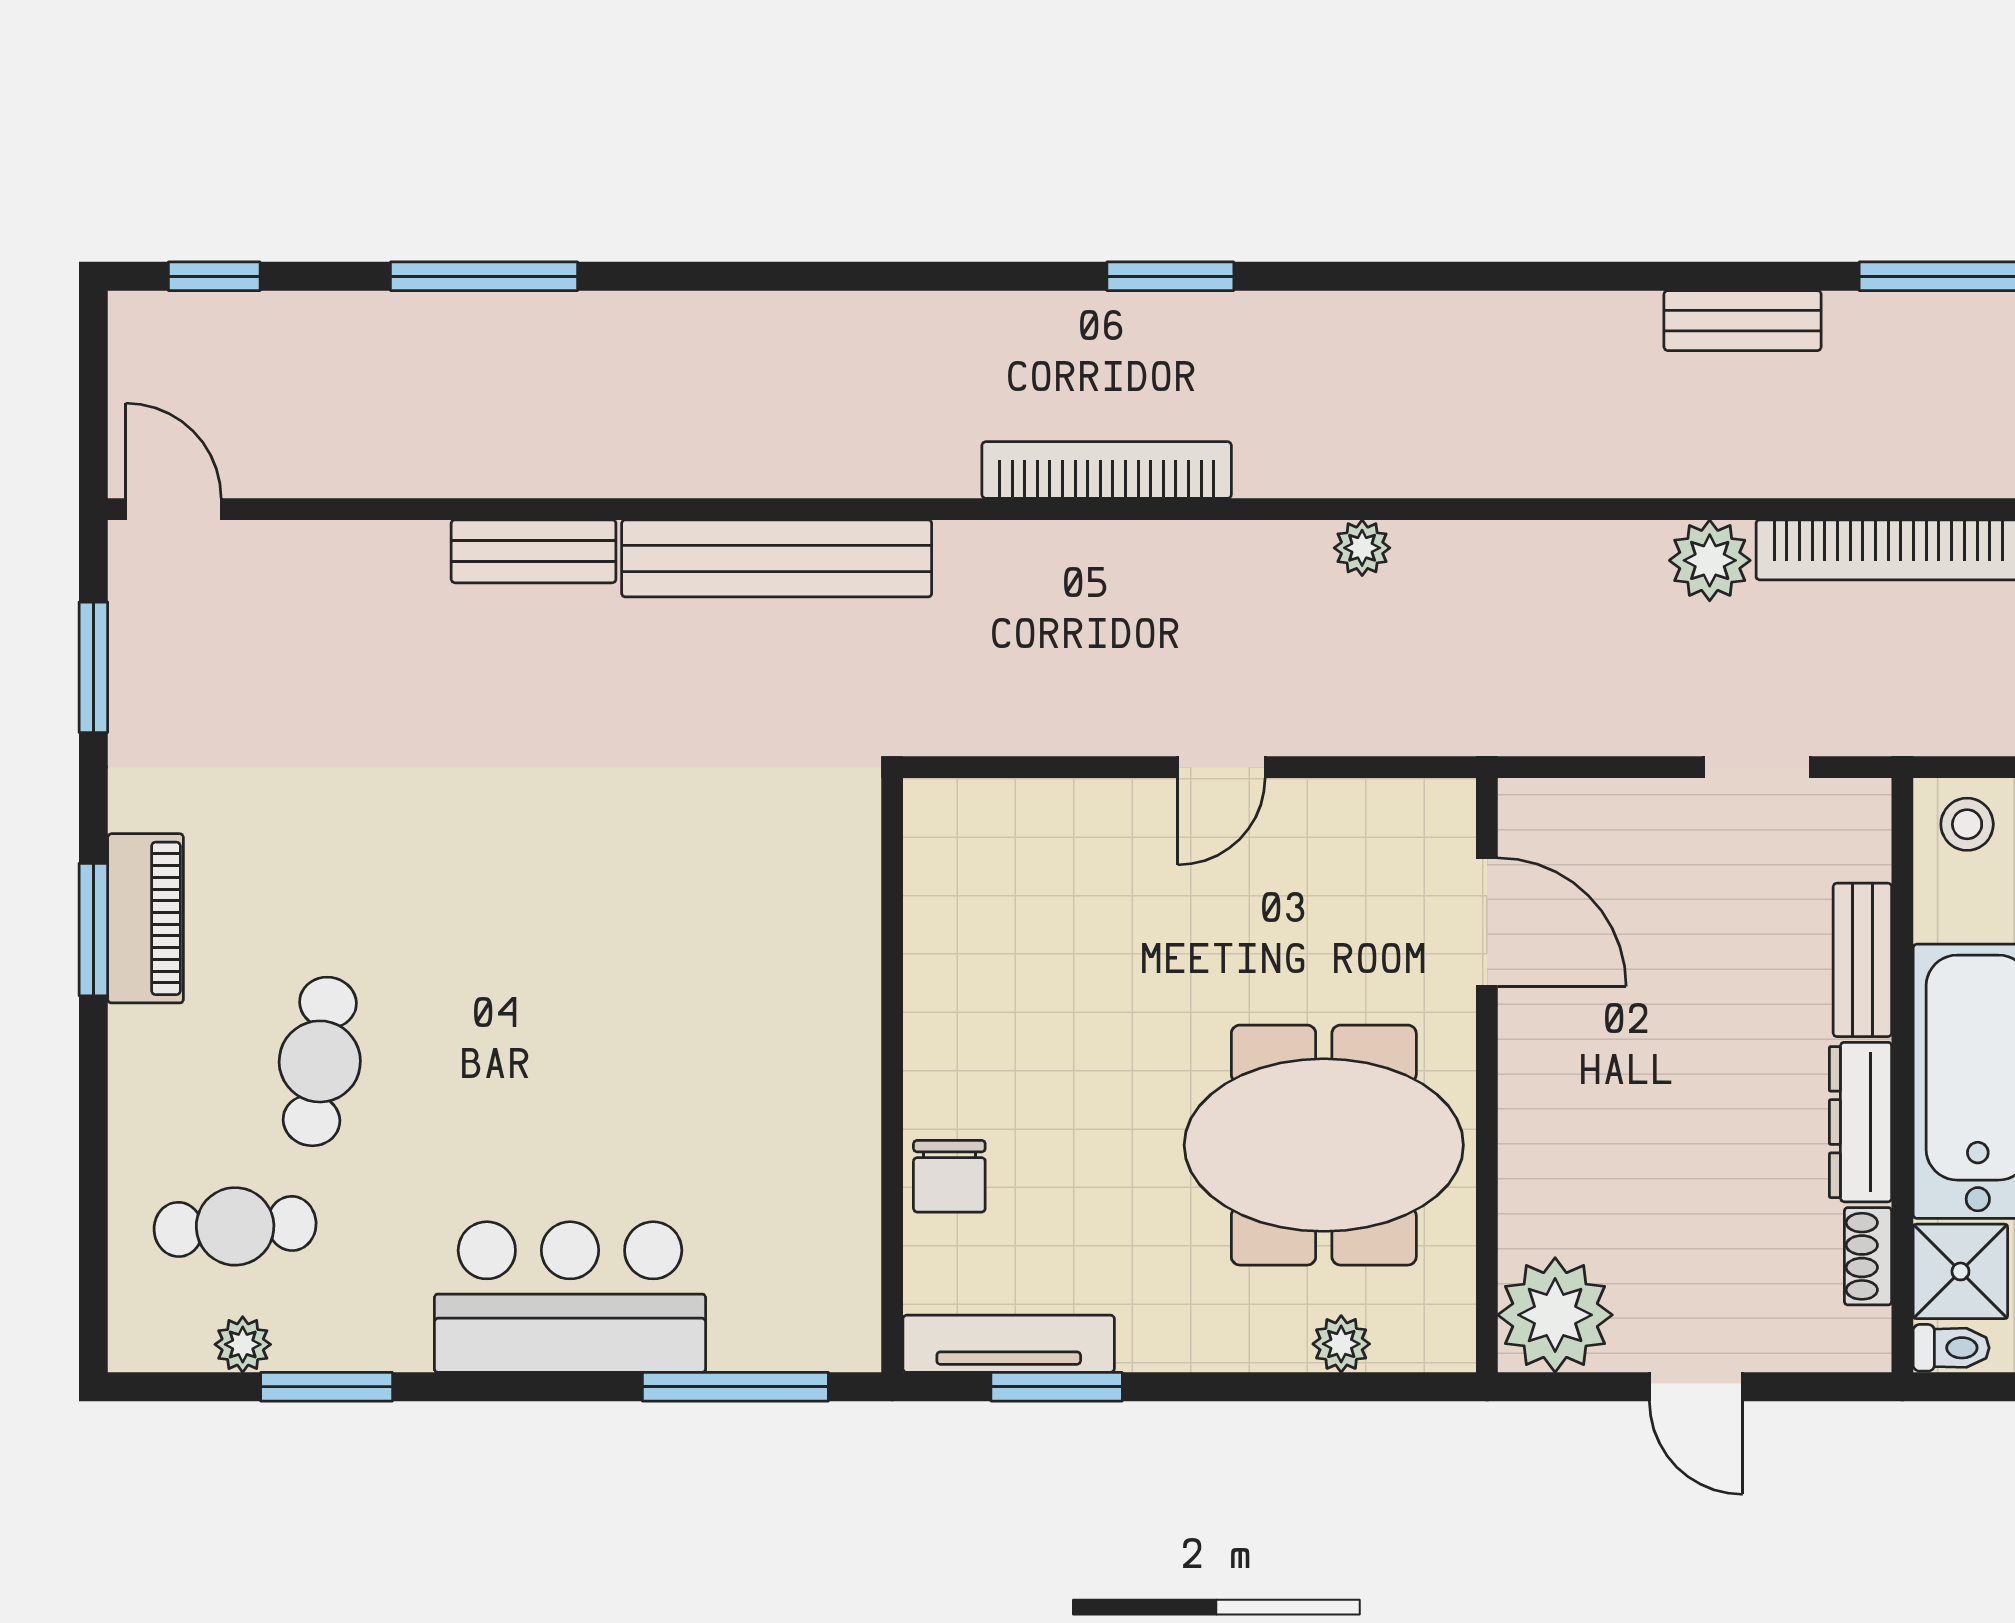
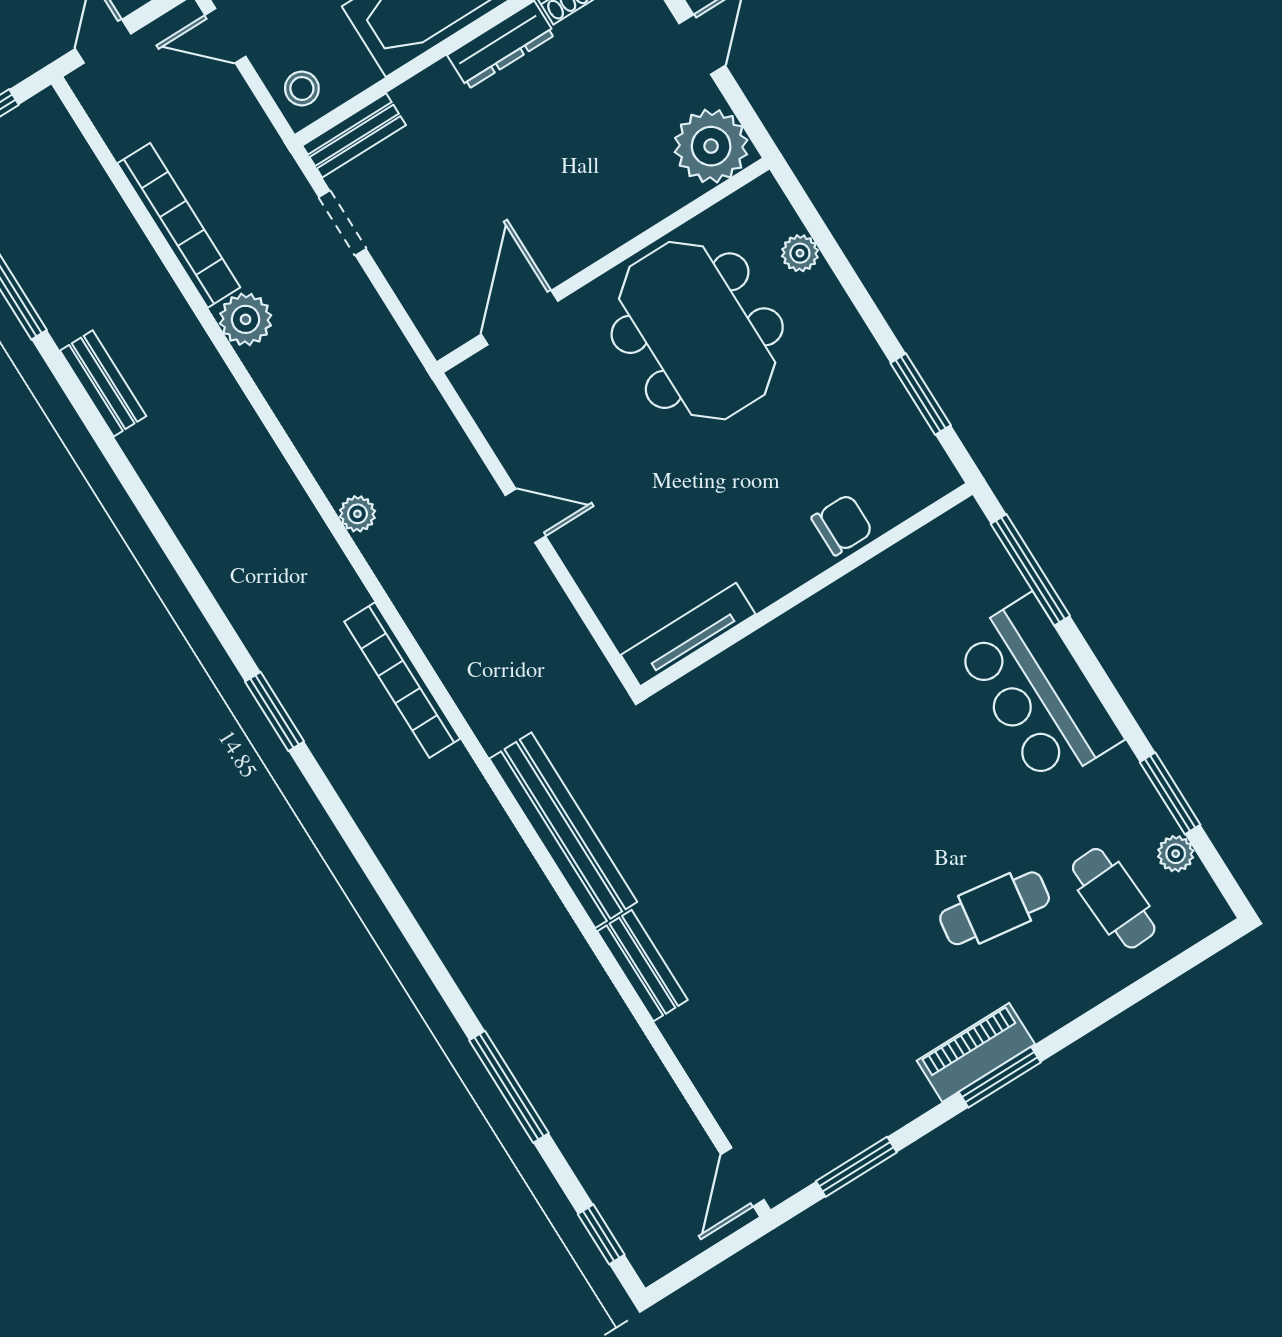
bench: (1862, 960) -> (354, 135), moved
tv unit: (1009, 1344) -> (688, 635), moved, turned 90

